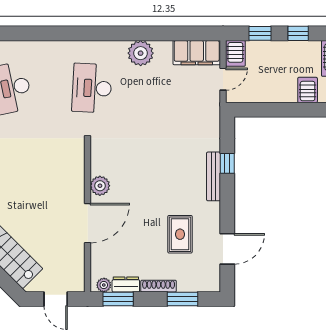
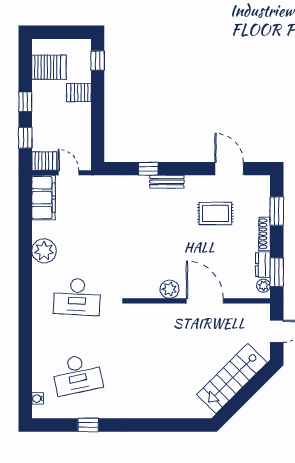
bench: (214, 176) -> (167, 182), width x0.73

